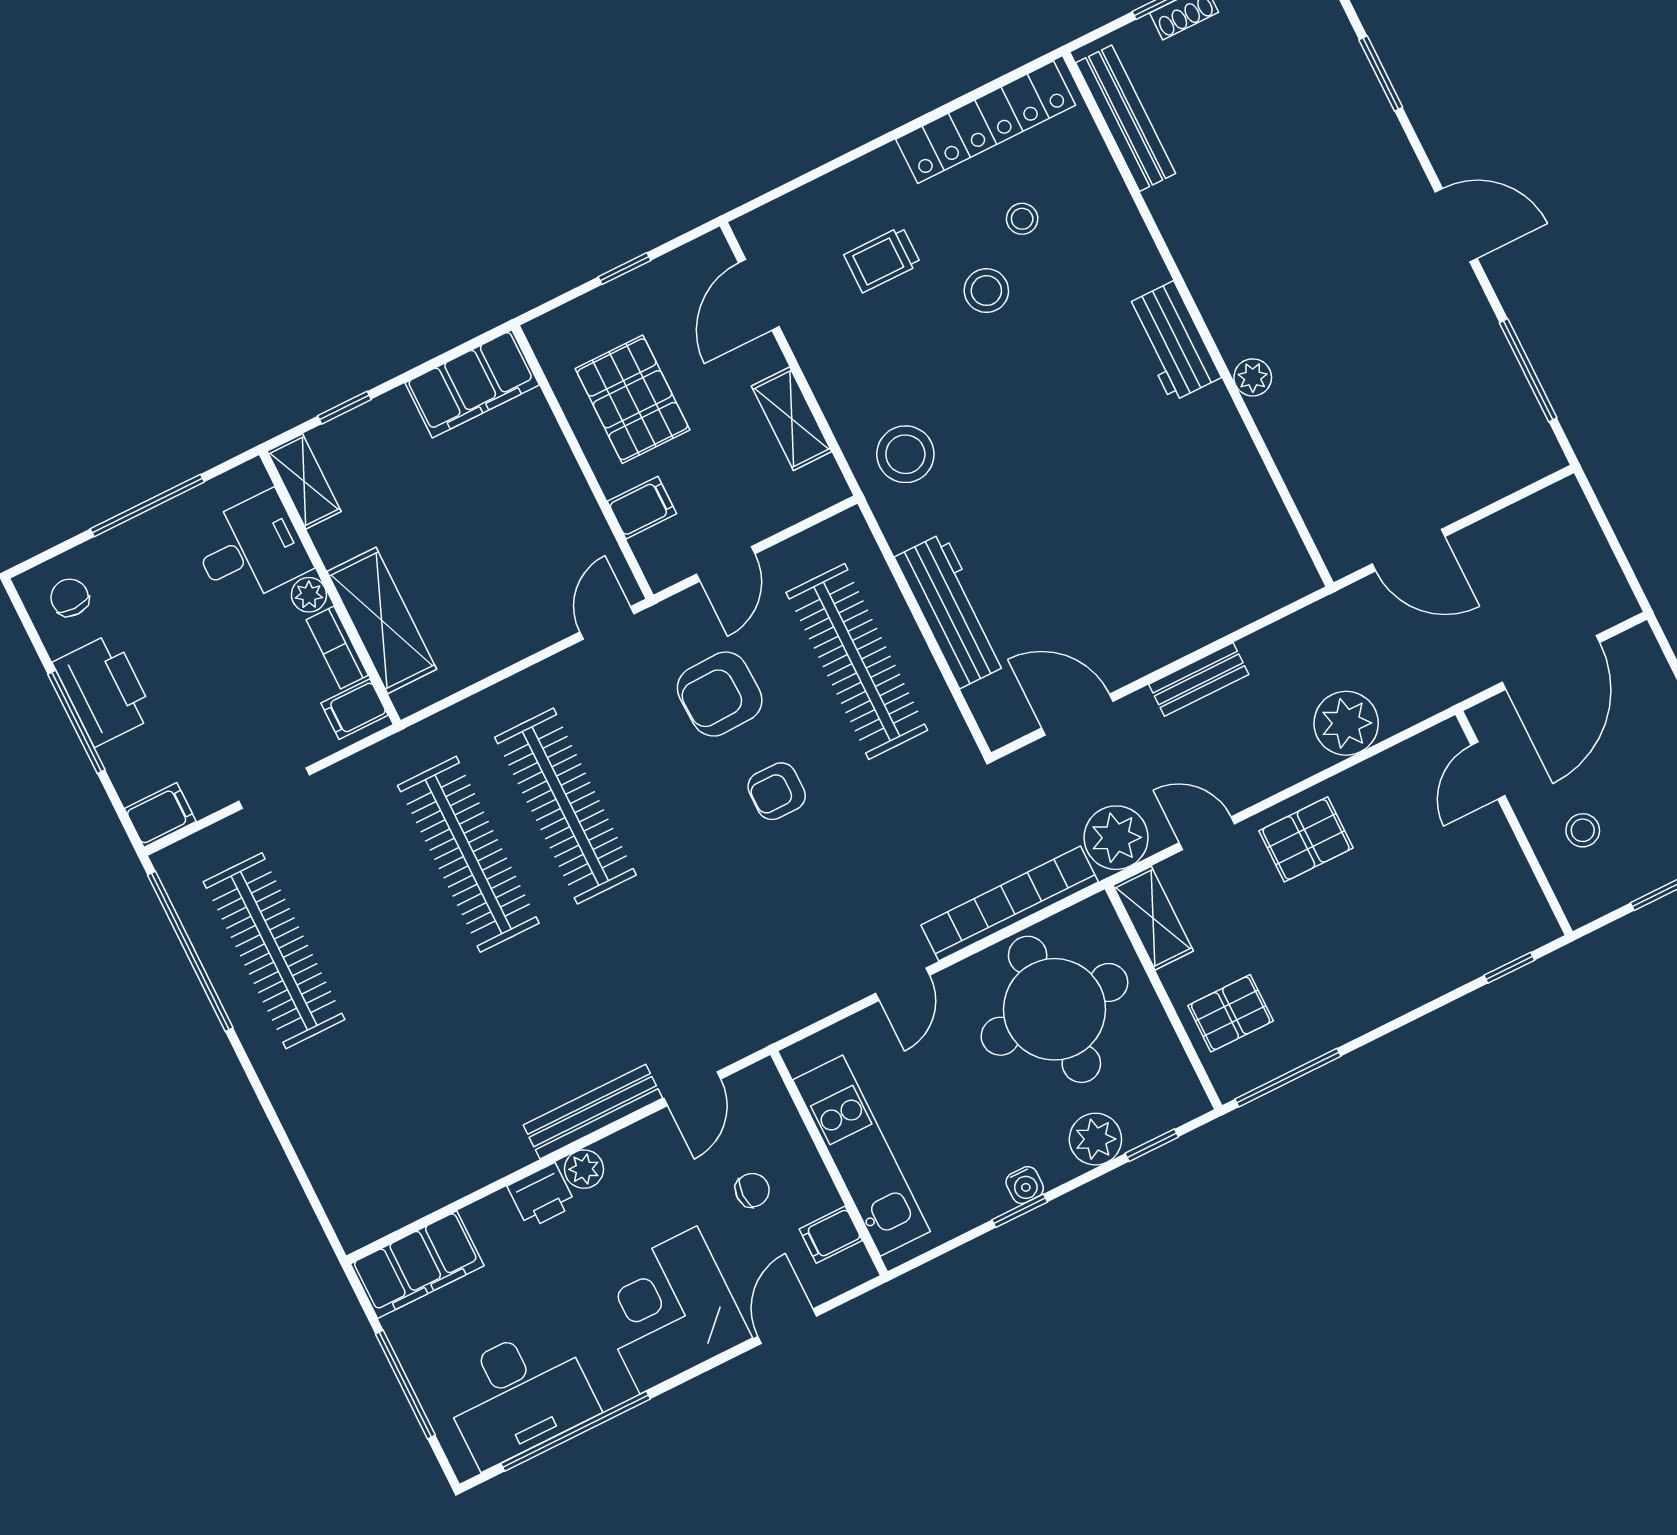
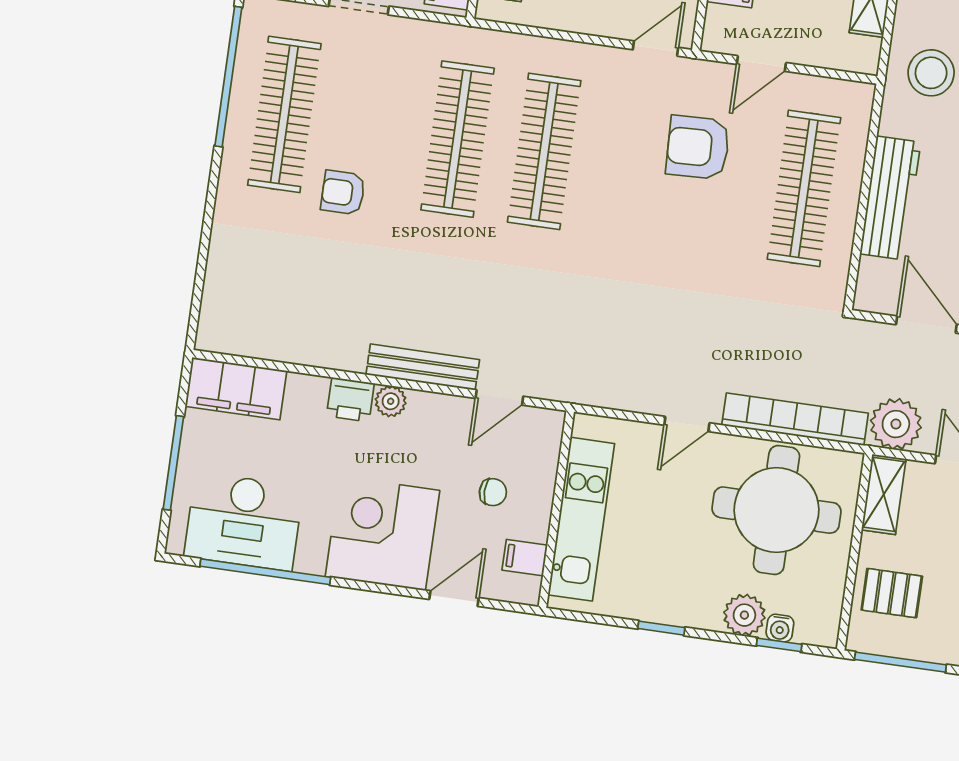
armchair: (777, 791) -> (343, 193), moved
water cooler: (1025, 1185) -> (780, 628), moved

